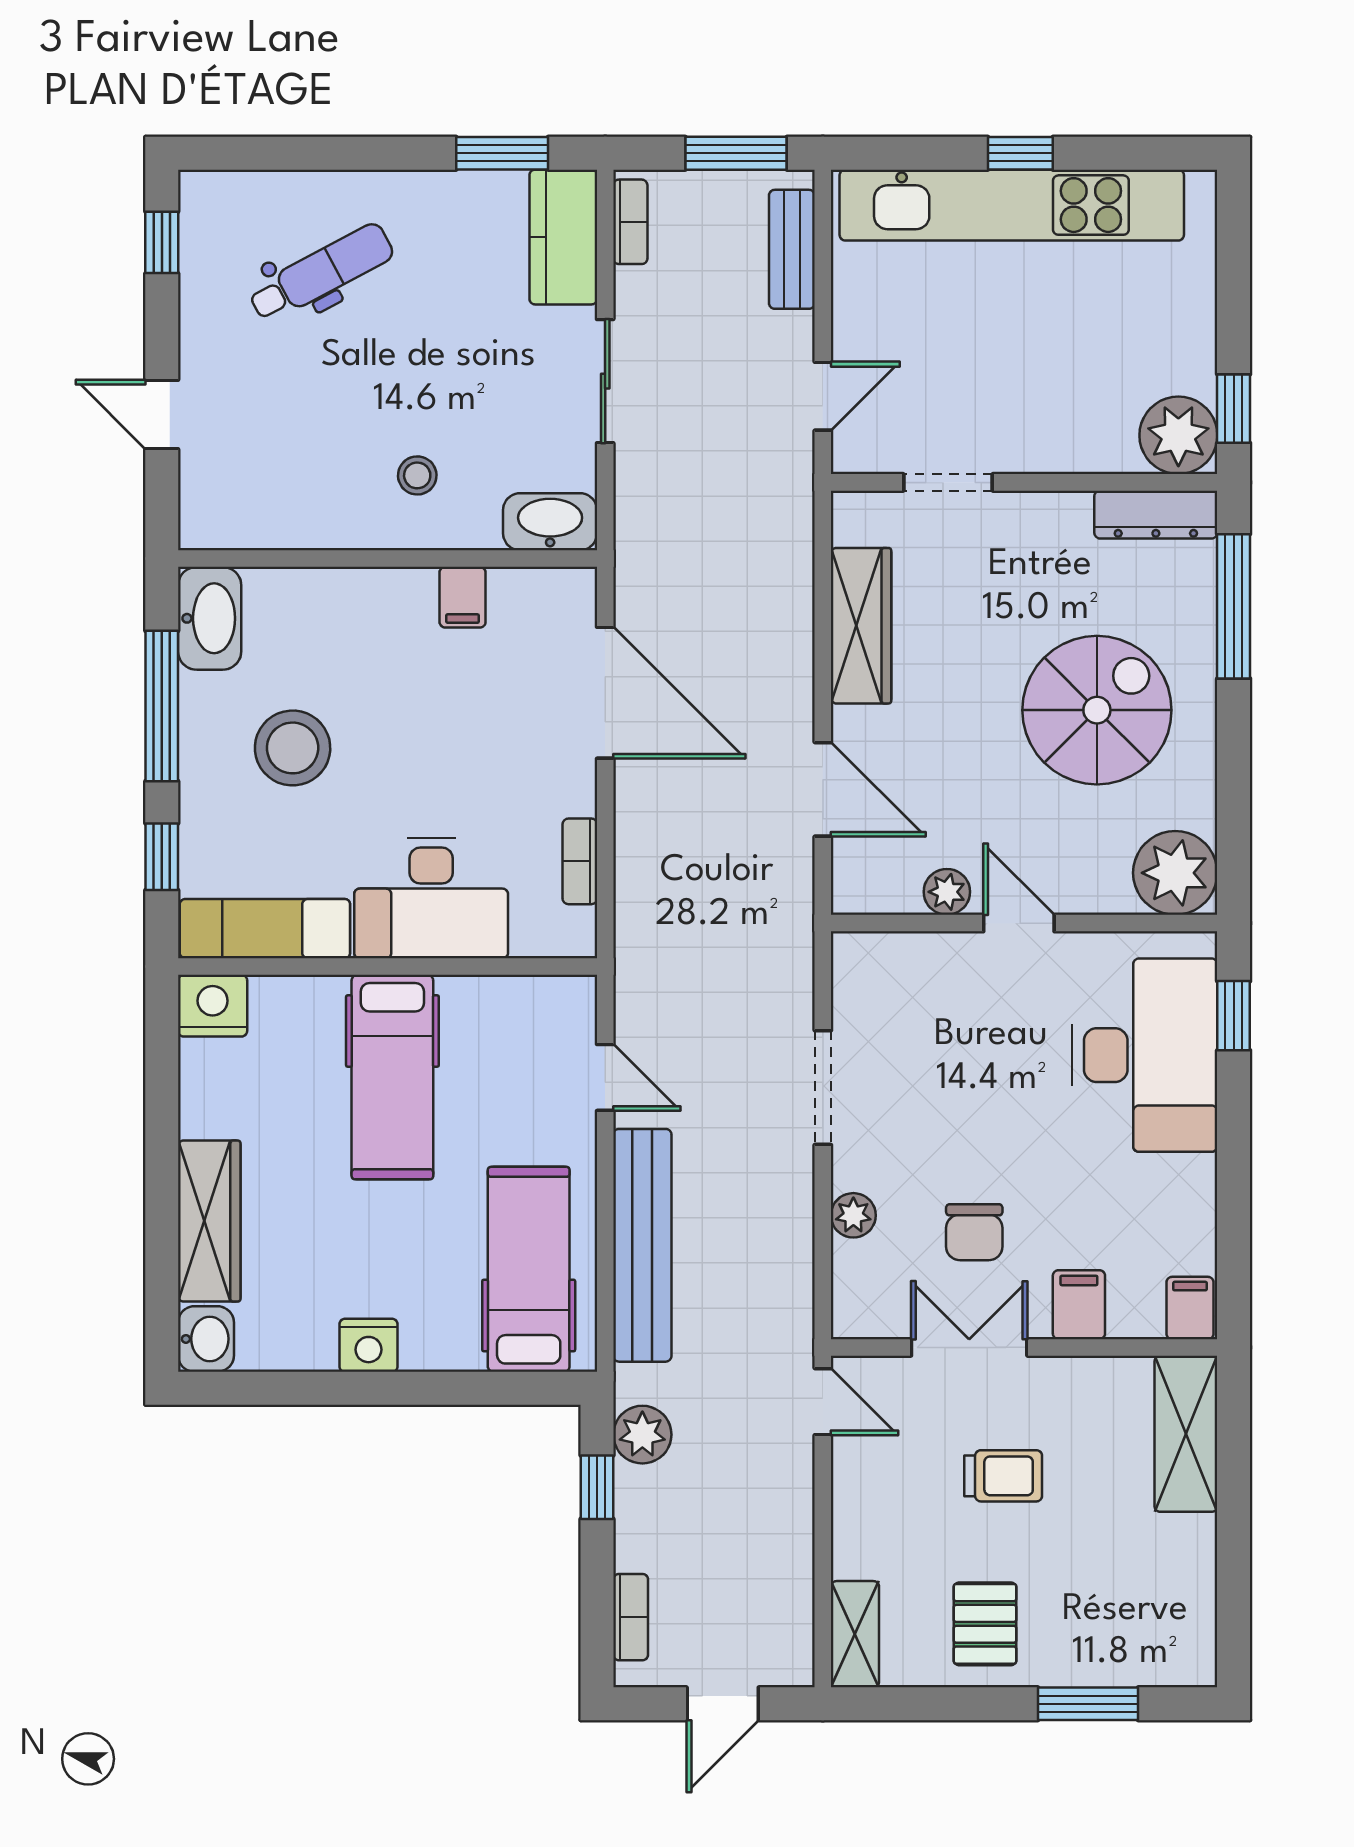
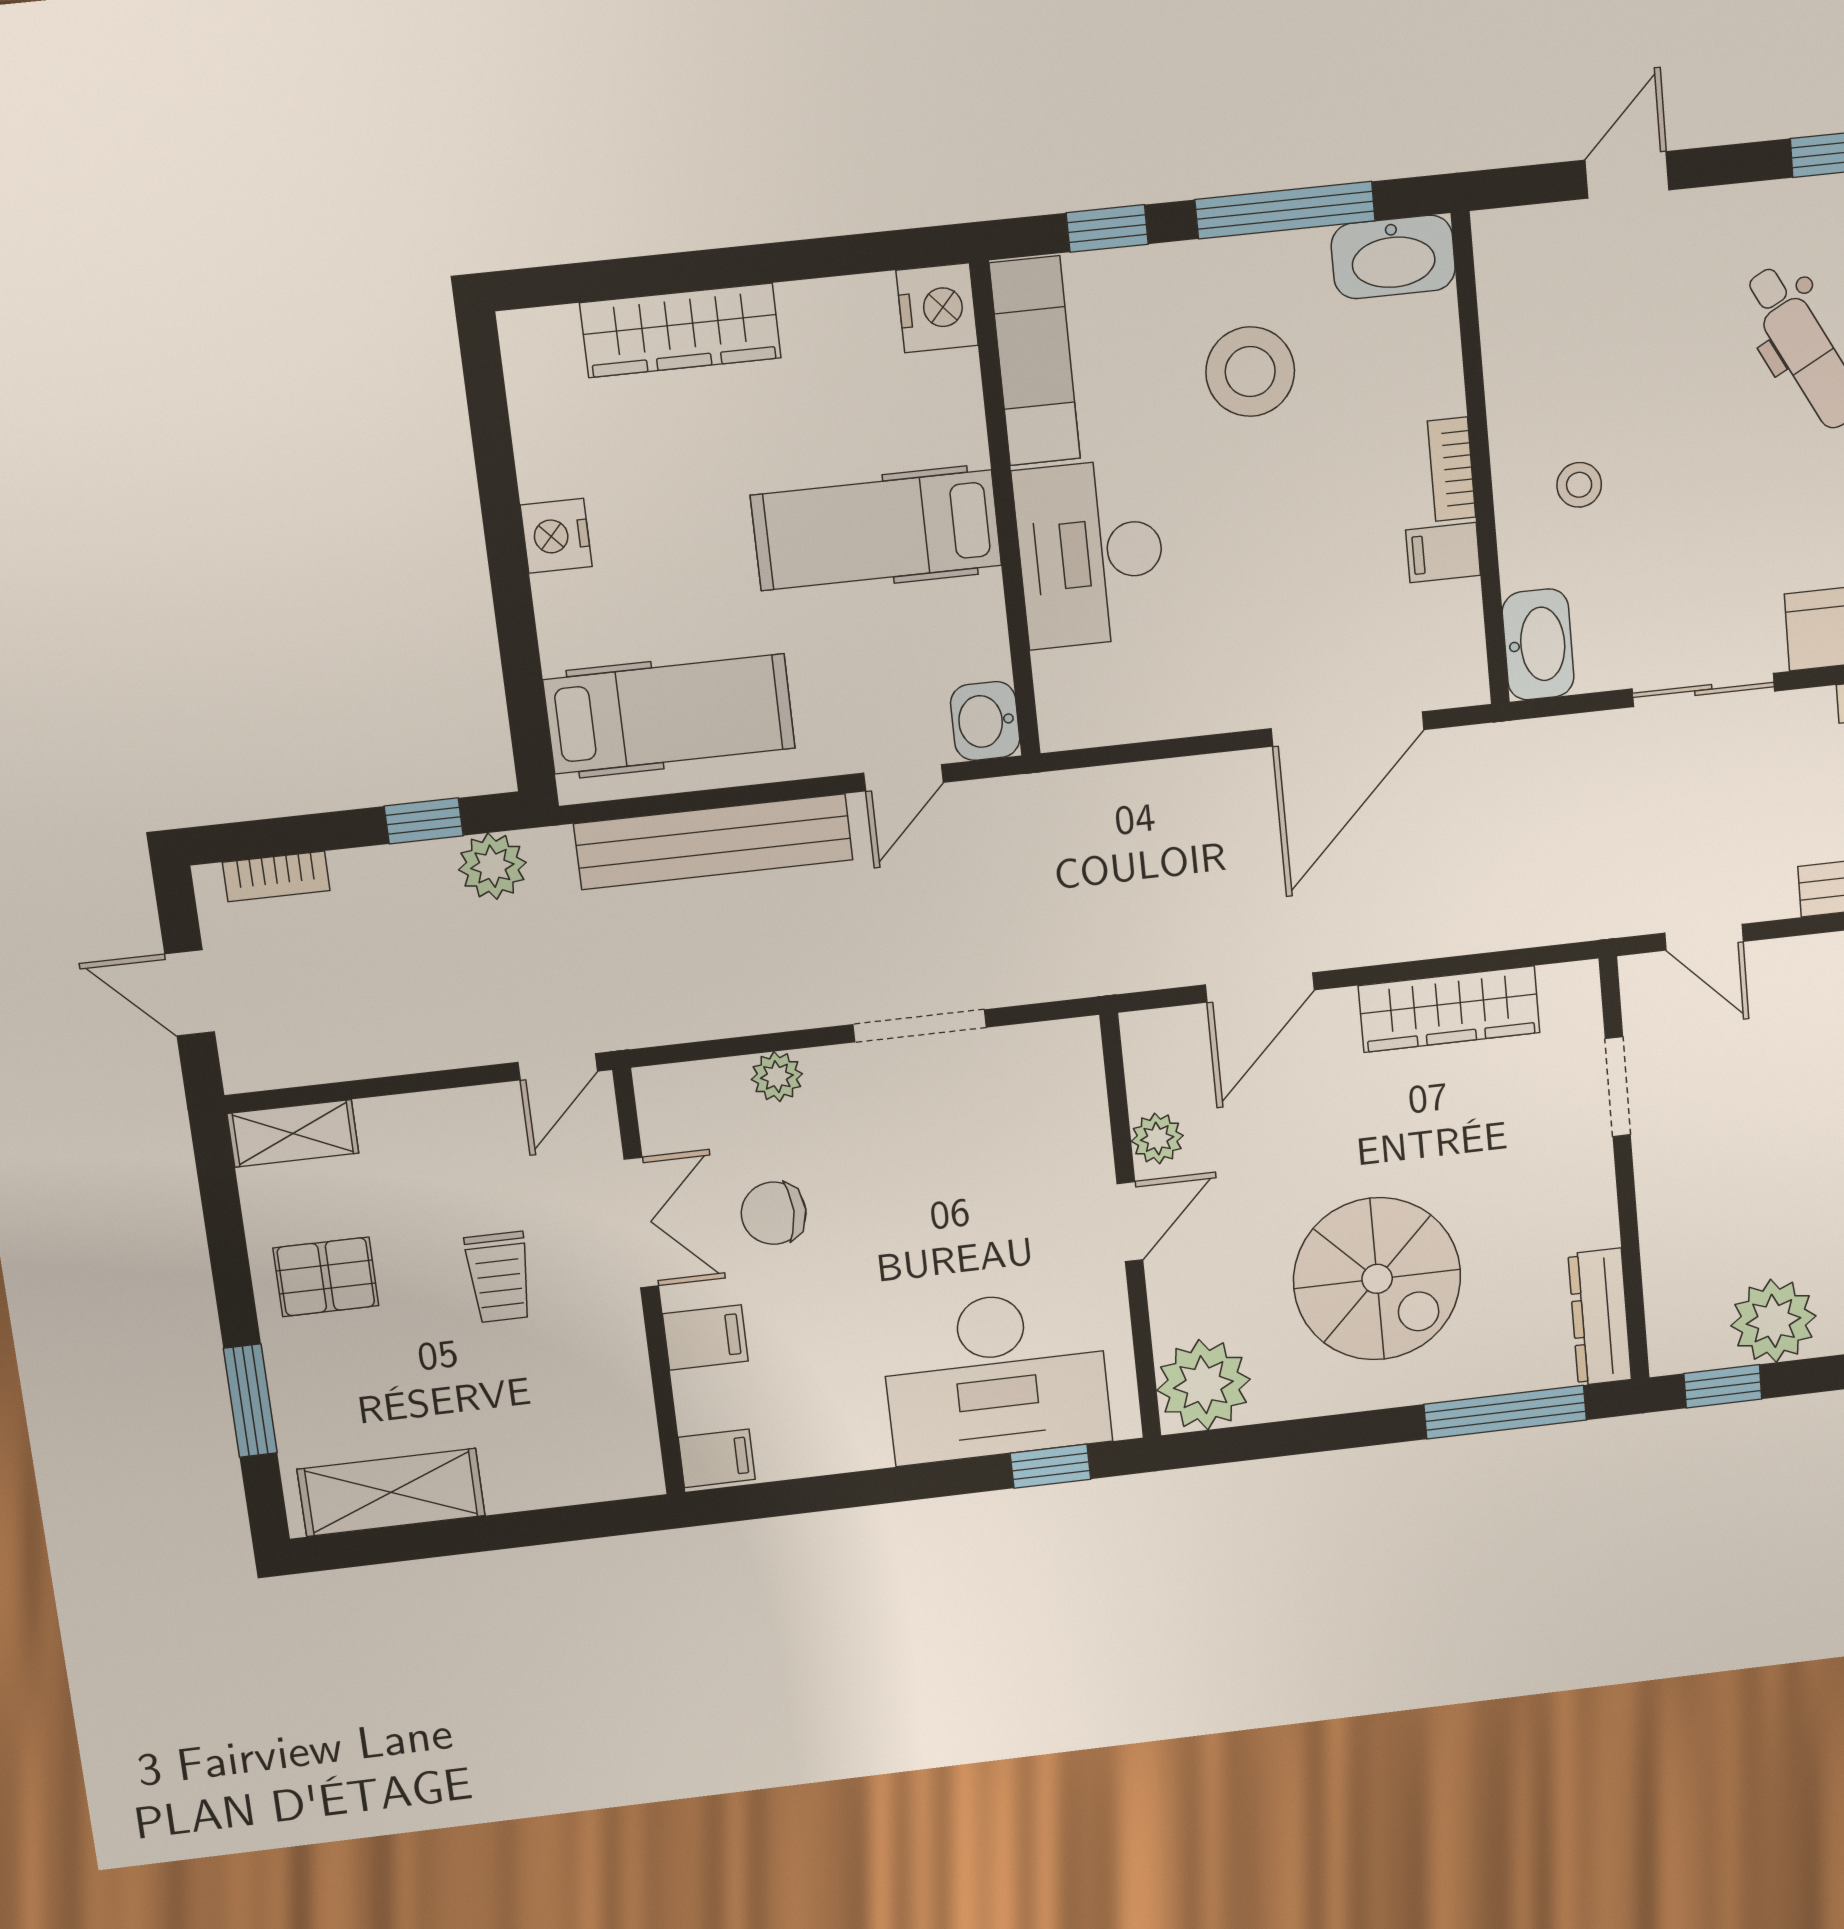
plant: (1178, 435) -> (1773, 1321), moved
bookcase: (580, 861) -> (1452, 469), moved, turned -90
washbasin: (206, 1339) -> (985, 721), moved, turned 90
shelving: (1186, 1434) -> (391, 1492), moved

